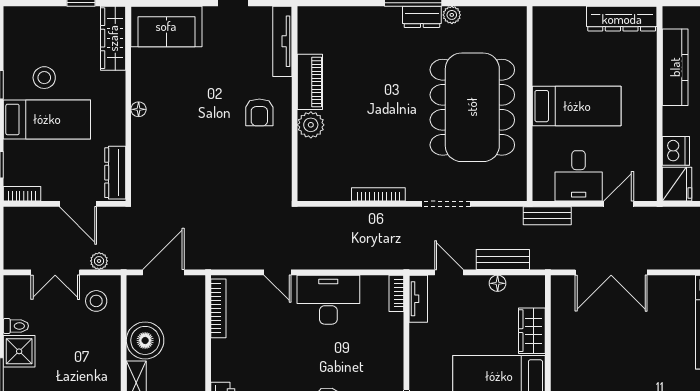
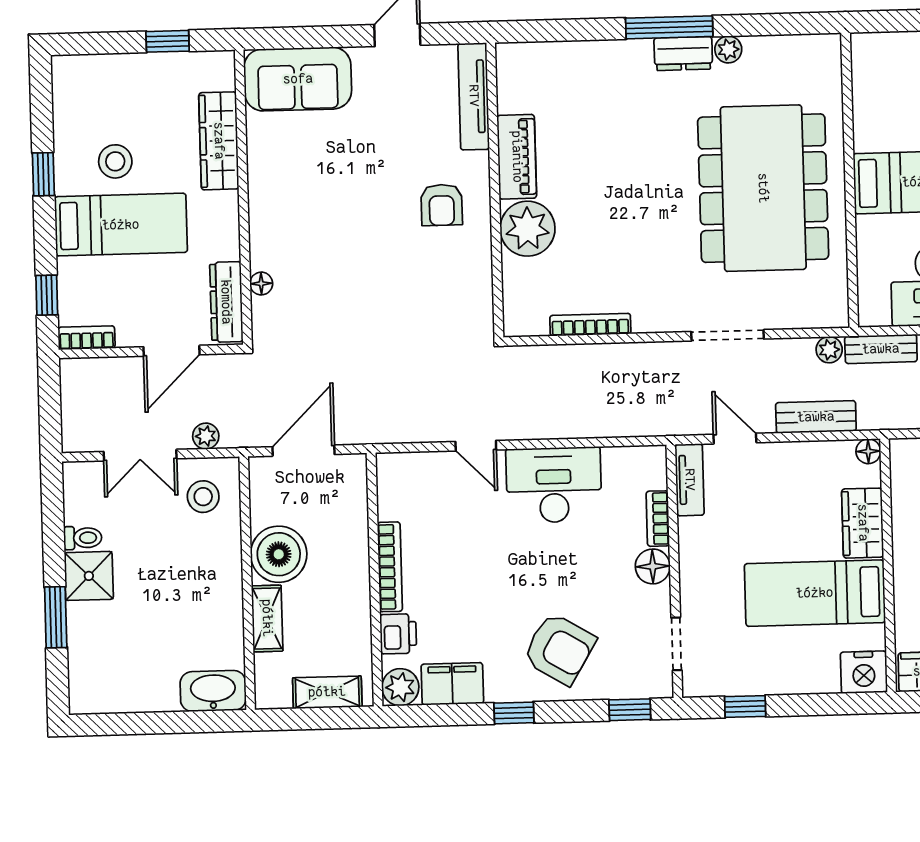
wardrobe: (113, 38) -> (219, 141), moved
floor lamp: (139, 109) -> (261, 284), moved
plant: (311, 125) -> (528, 229), width x1.36, depth x1.36
bookcase: (378, 194) -> (590, 325), moved
door: (78, 204) -> (172, 351), hinge flipped
plant: (513, 215) -> (829, 350), added
floor lamp: (498, 283) -> (868, 451), moved
bookcase: (396, 293) -> (658, 519), moved
bookcase: (218, 308) -> (390, 567), moved
floor lamp: (392, 355) -> (653, 566), added

